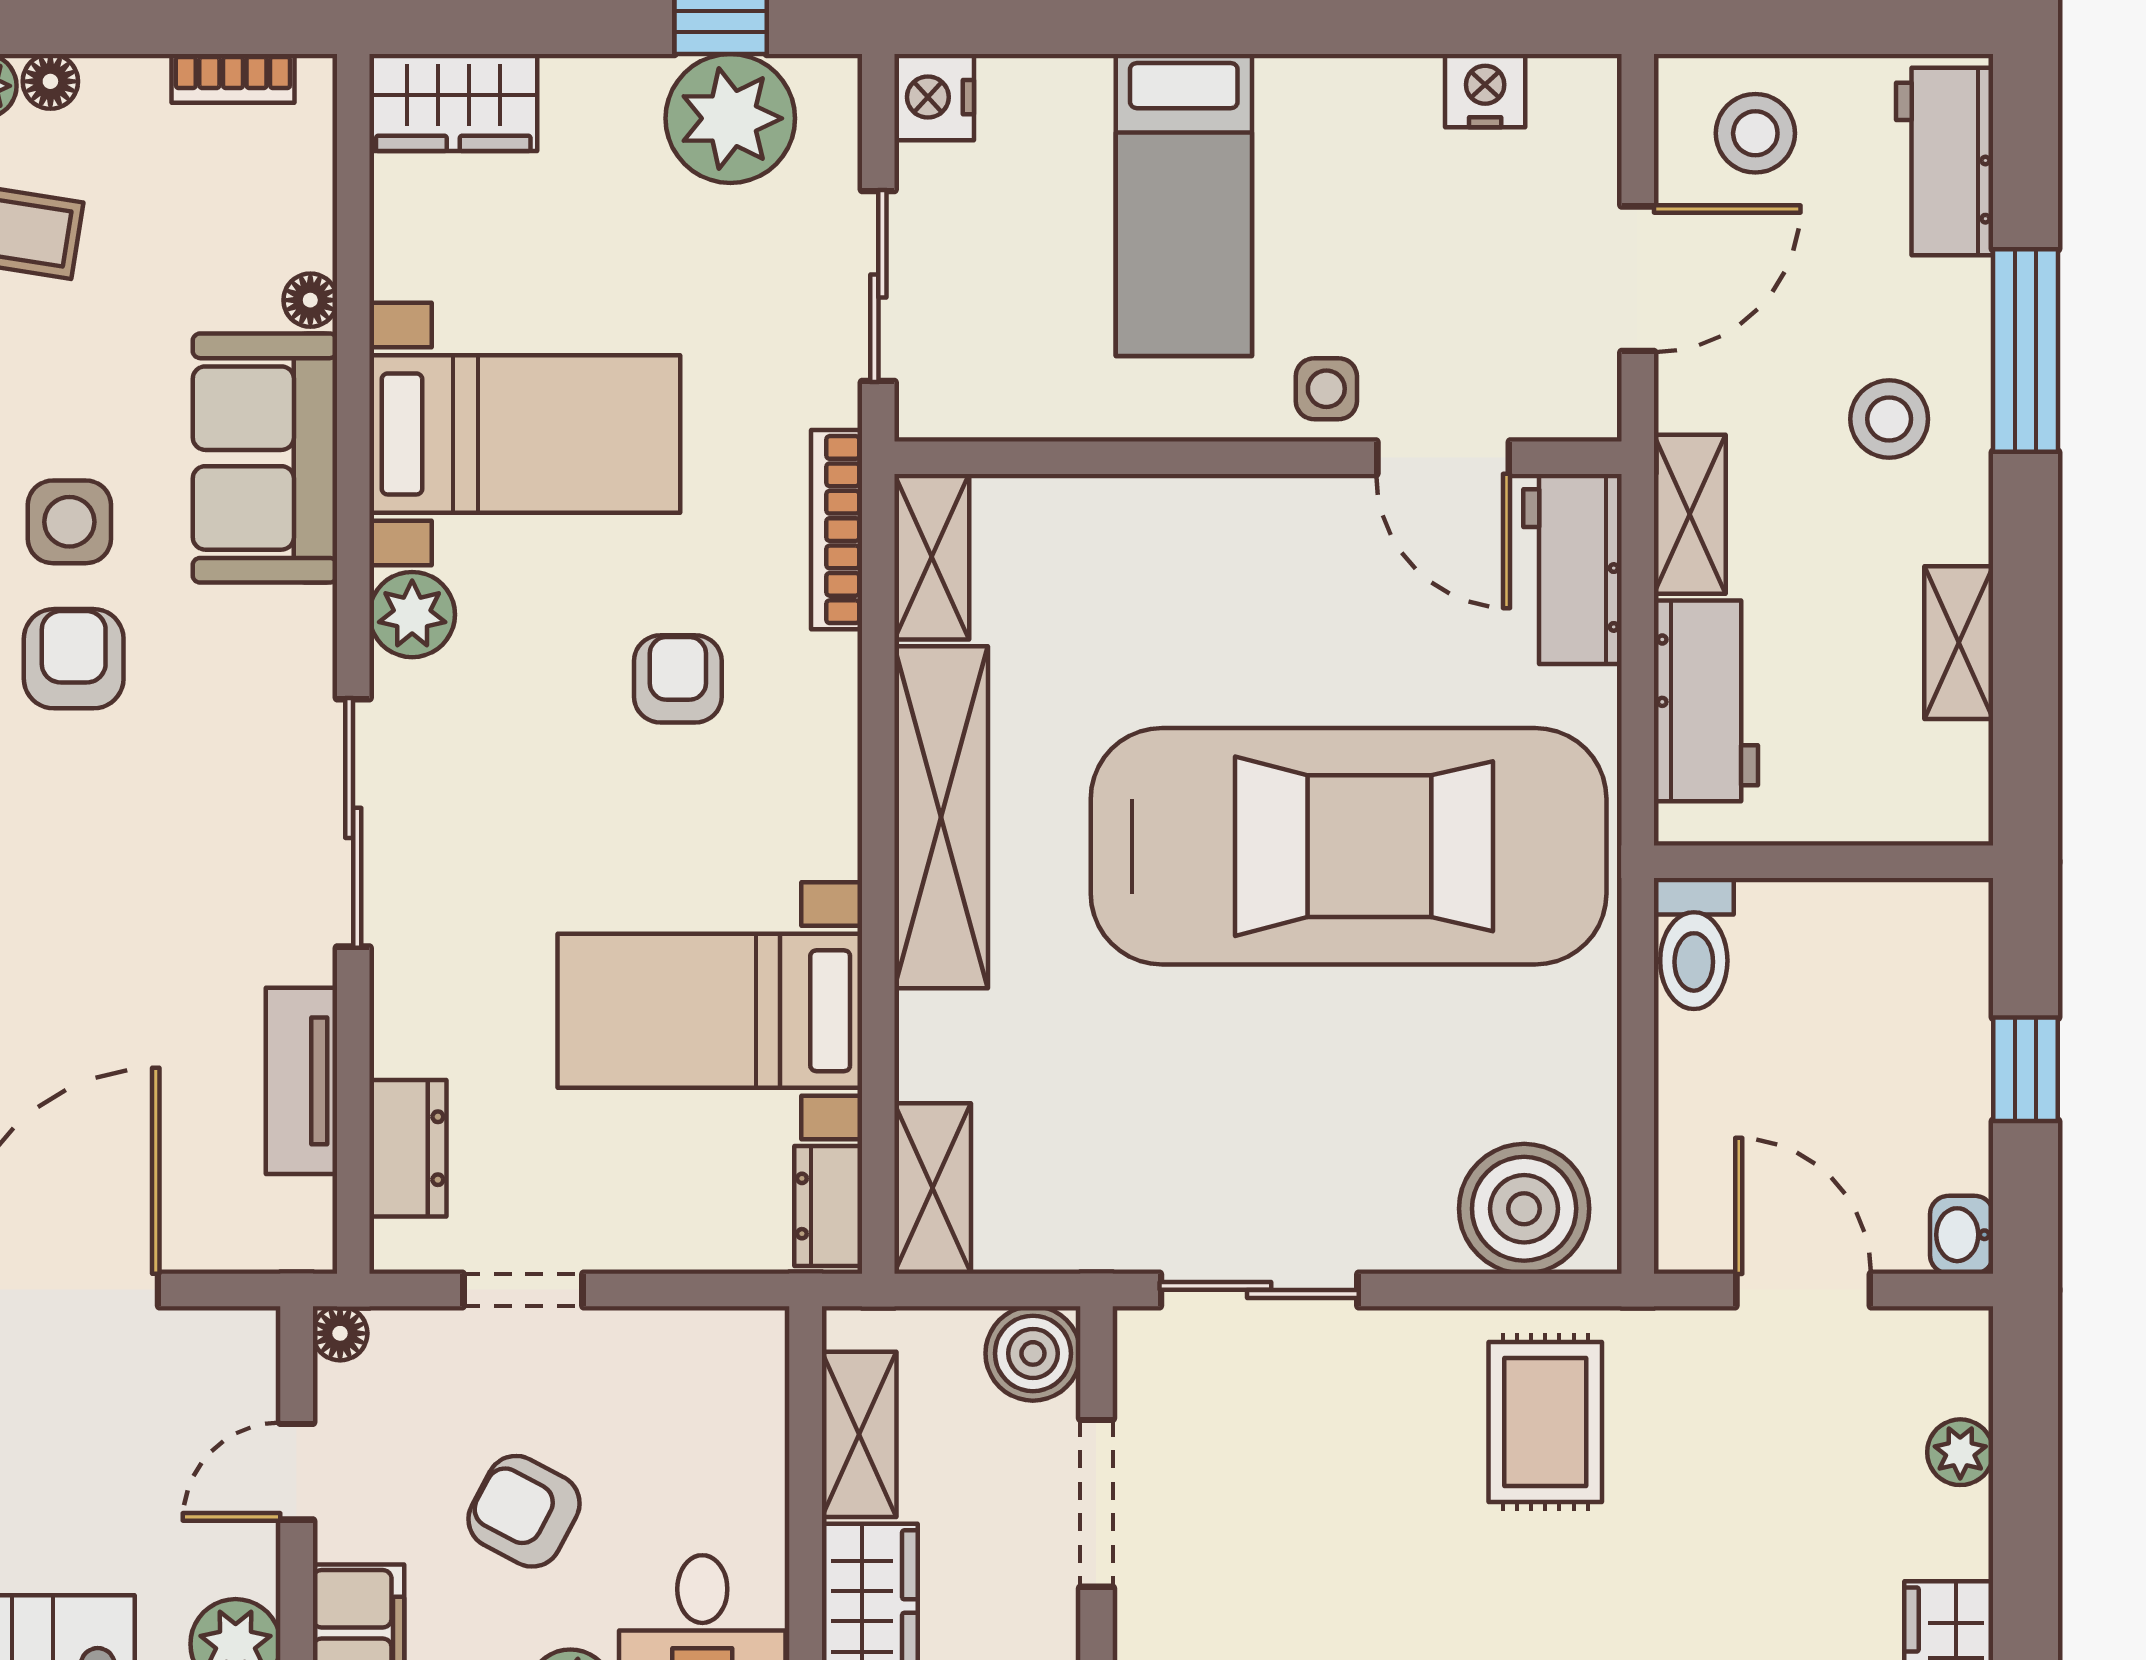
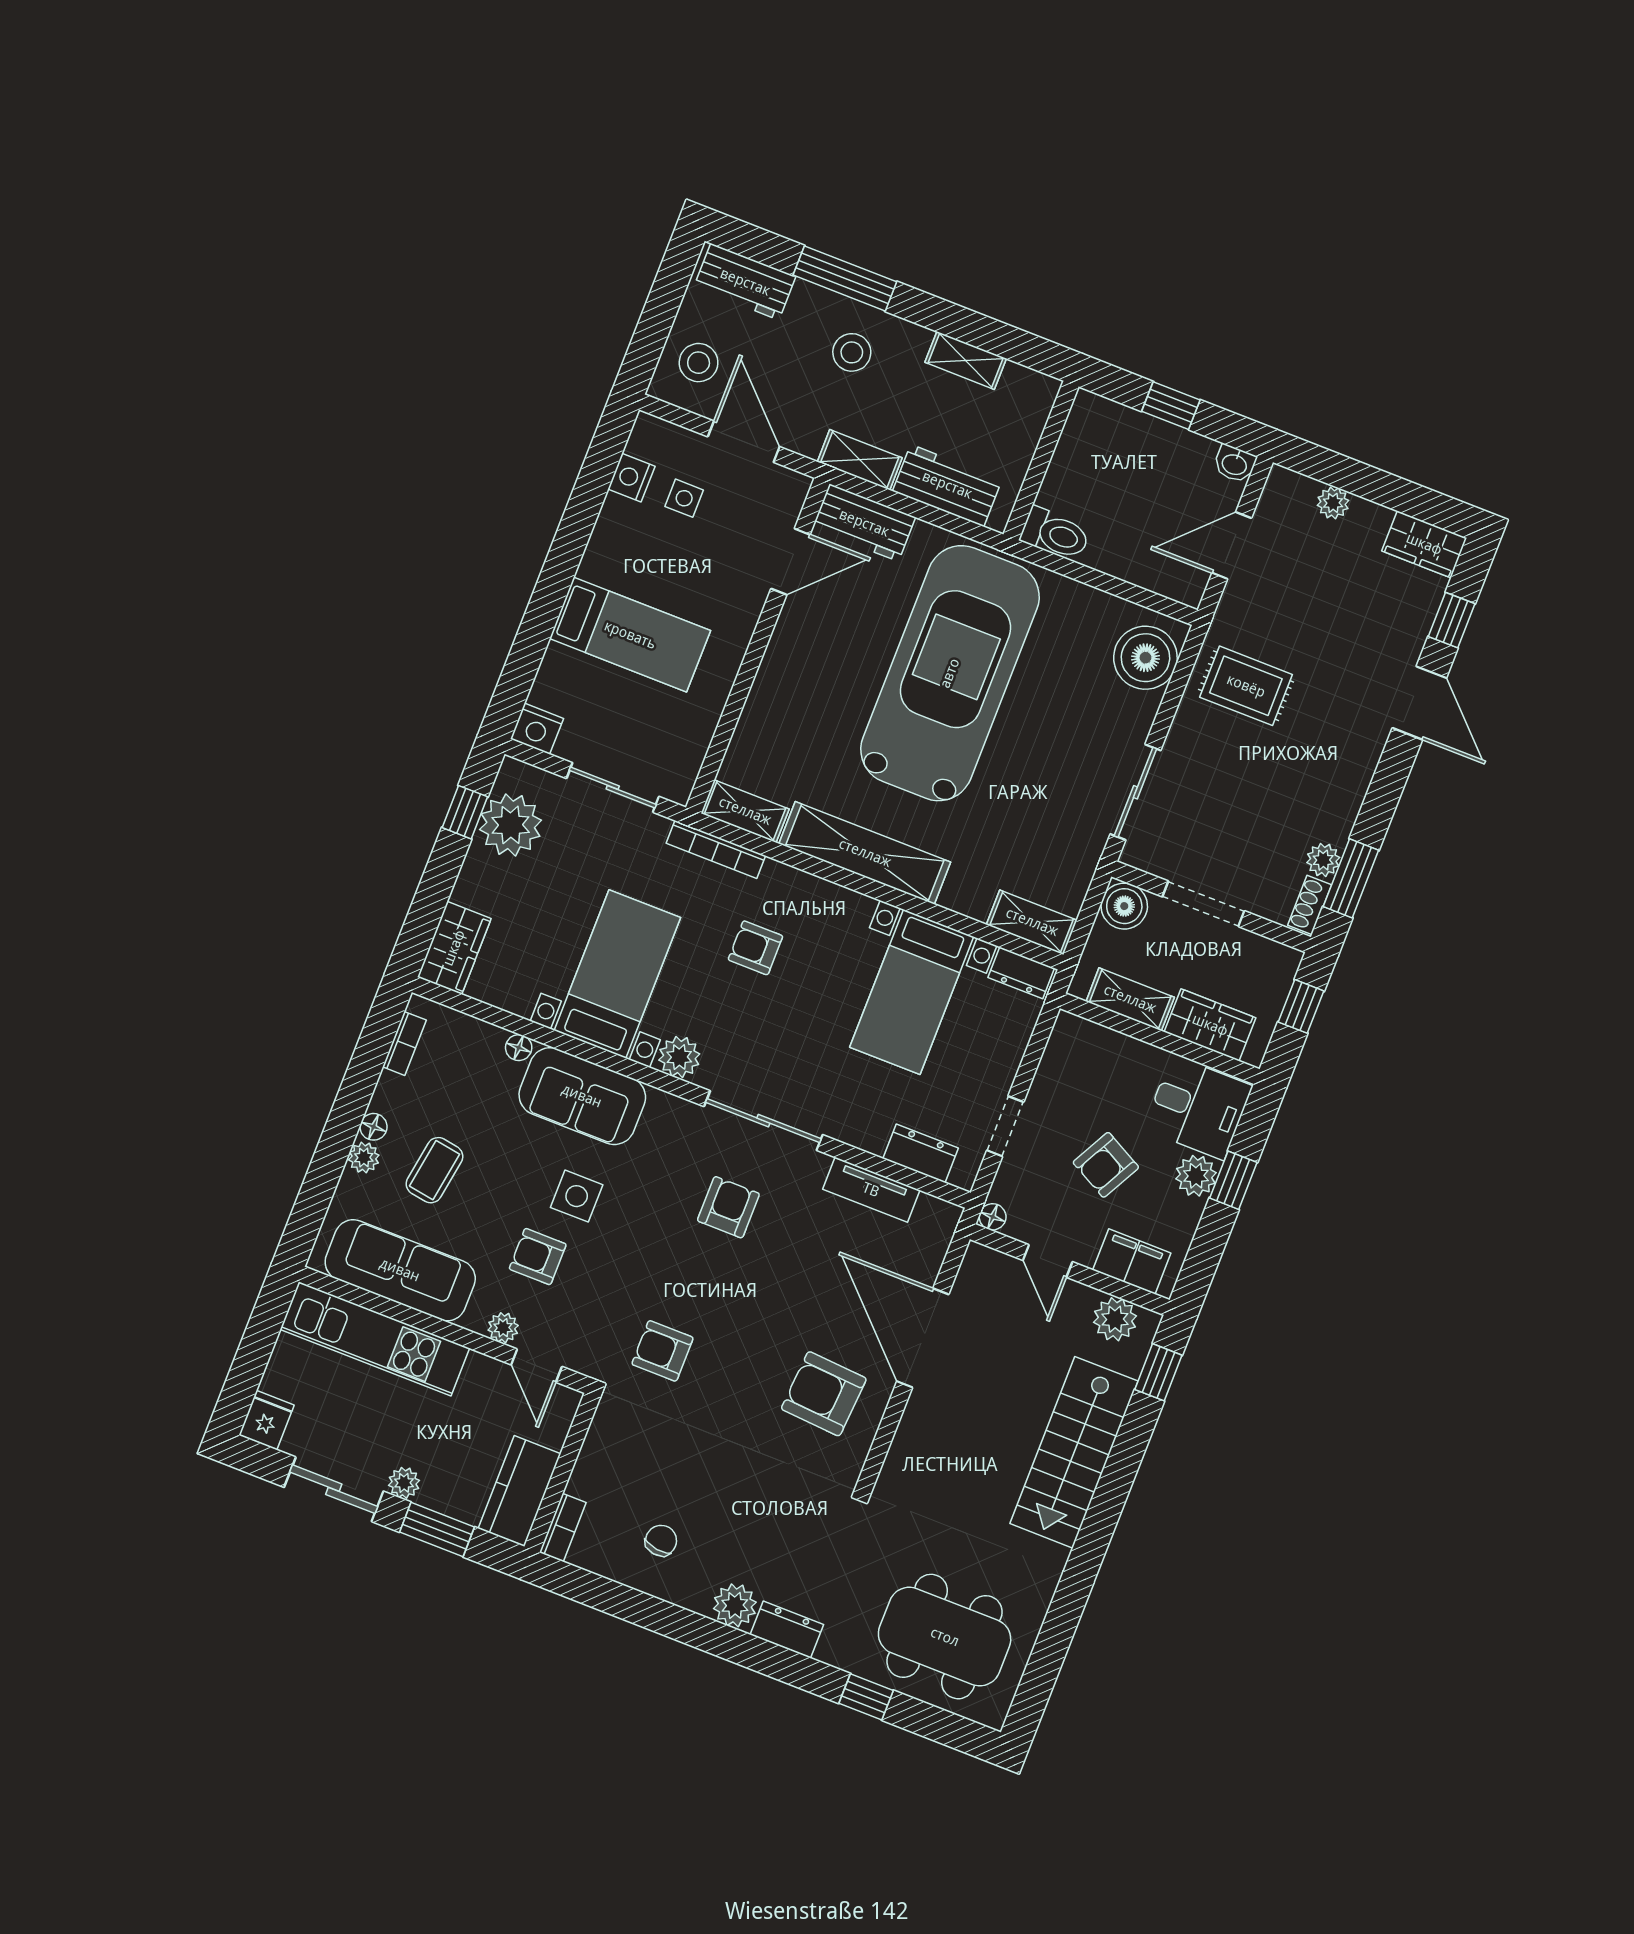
side table: (1326, 389) -> (684, 498), moved
armchair: (74, 659) -> (728, 1207), moved, turned 90

